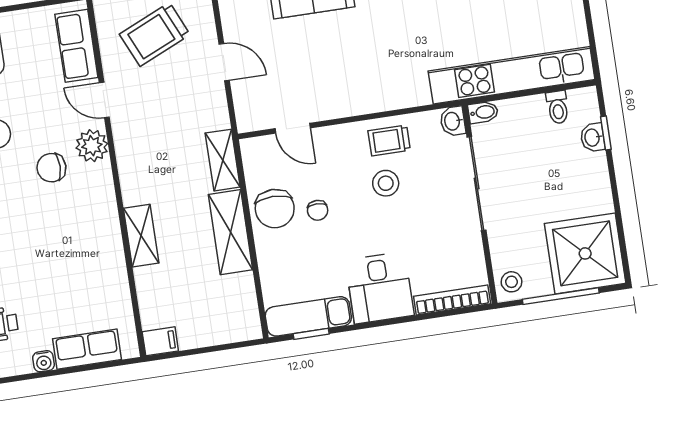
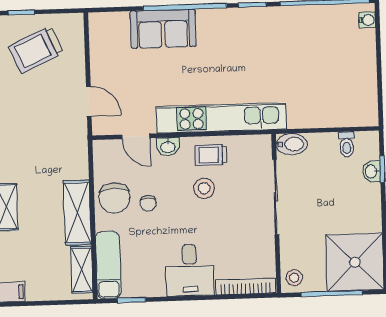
door: (224, 62) -> (89, 102), moved
kitchen unit: (512, 75) -> (221, 118), moved
bidet: (483, 112) -> (292, 144), width x1.38, depth x1.36
washbasin: (453, 121) -> (168, 147), moved, turned -90
shelving: (223, 160) -> (82, 270), moved
exam couch: (308, 316) -> (108, 265), moved, turned 90

